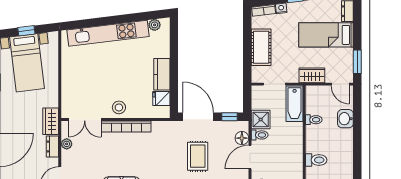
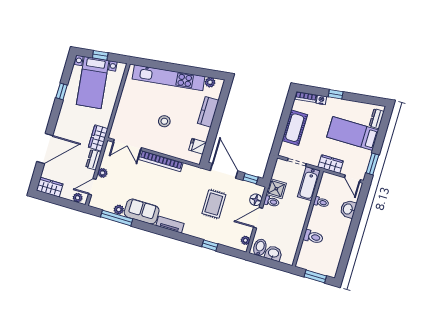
kitchen counter: (162, 74) -> (208, 112), moved
stool: (119, 107) -> (164, 121), moved
plant: (67, 144) -> (103, 173), moved

